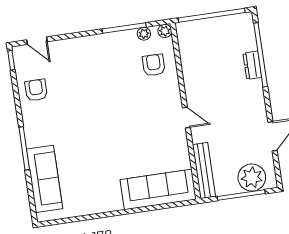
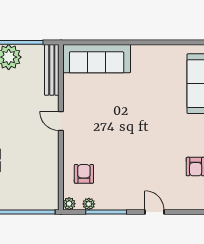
door: (37, 41) -> (154, 212), moved
armchair: (154, 65) -> (84, 174), turned 180

